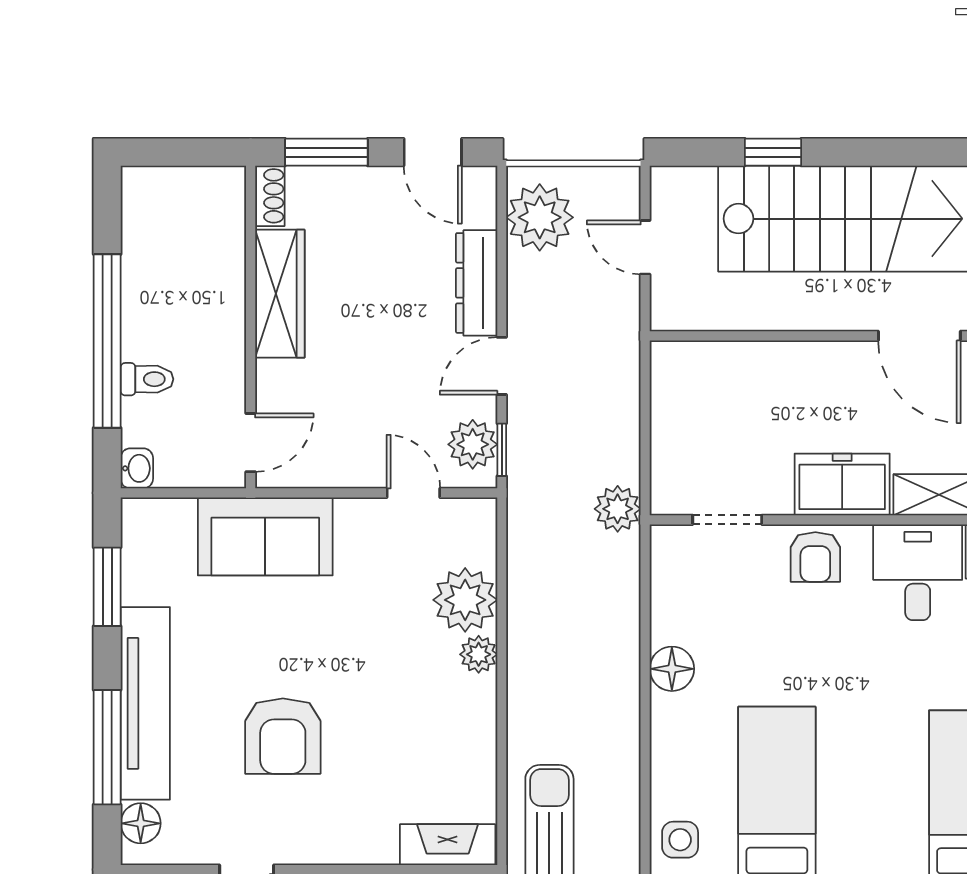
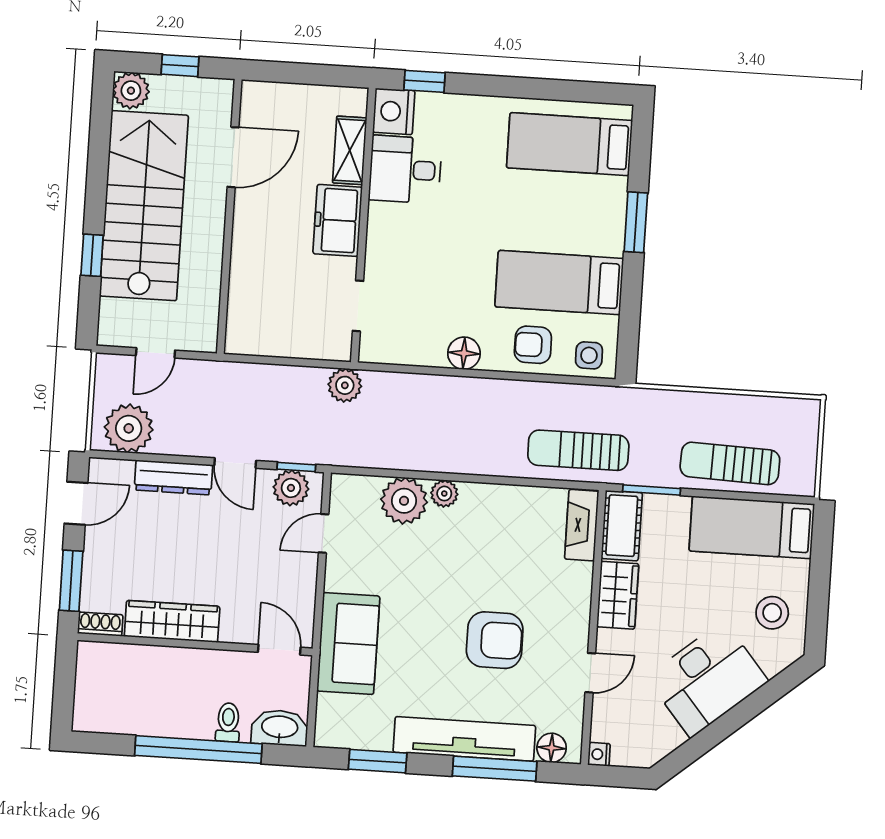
washbasin: (137, 468) -> (280, 728), width x1.91, depth x1.45
armchair: (815, 557) -> (533, 345), moved, turned 180

